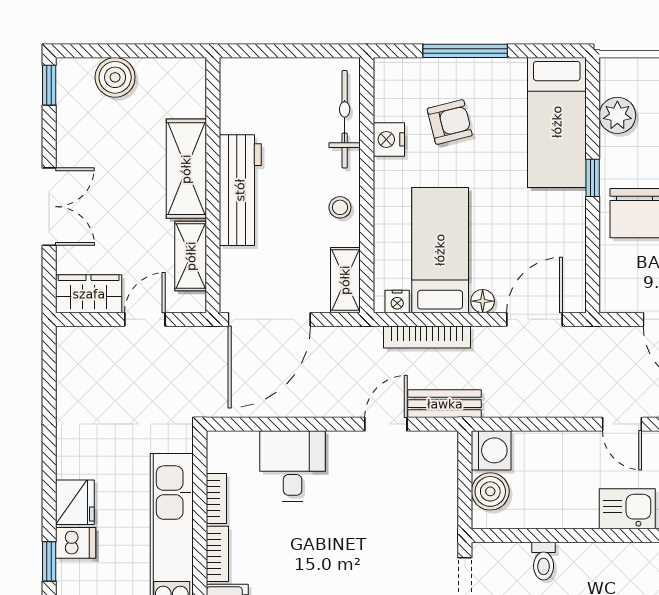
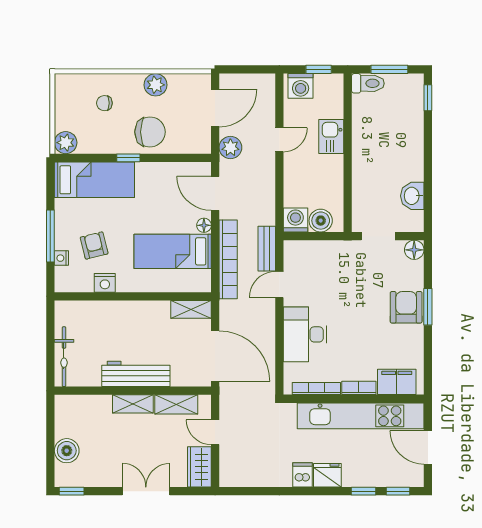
plant: (617, 115) -> (66, 143), moved
bicycle: (345, 119) -> (64, 357), moved, turned -90
shelving: (186, 169) -> (133, 404), width x0.67, depth x0.75
stool: (340, 207) -> (146, 313), removed
nightstand: (397, 301) -> (61, 258), moved, turned 180
bookcase: (427, 337) -> (228, 259), width x1.48, depth x1.31
plant: (609, 344) -> (230, 148), added
door: (386, 424) -> (279, 285), hinge flipped
desk: (292, 466) -> (305, 334), width x1.37
bookcase: (216, 499) -> (316, 389), width x1.56
dishwasher: (76, 543) -> (302, 475), moved
toilet: (544, 561) -> (363, 188), removed

